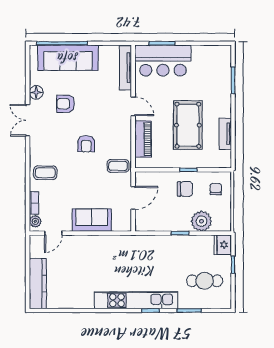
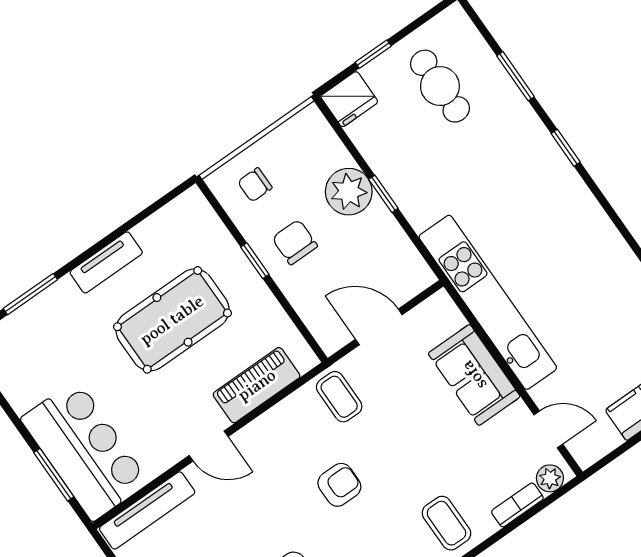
door: (133, 106) -> (209, 446), swing flipped
tv unit: (225, 134) -> (106, 262), moved
plant: (201, 221) -> (349, 192), moved
kitchen unit: (136, 300) -> (488, 302), moved, turned 180

